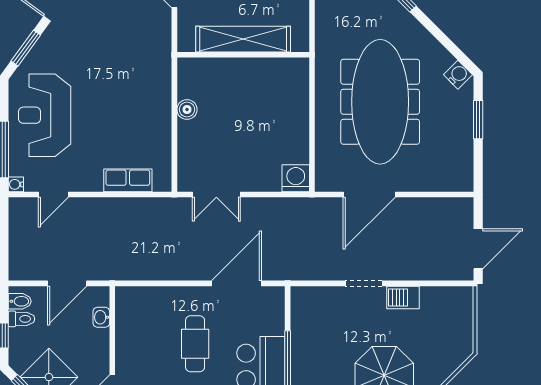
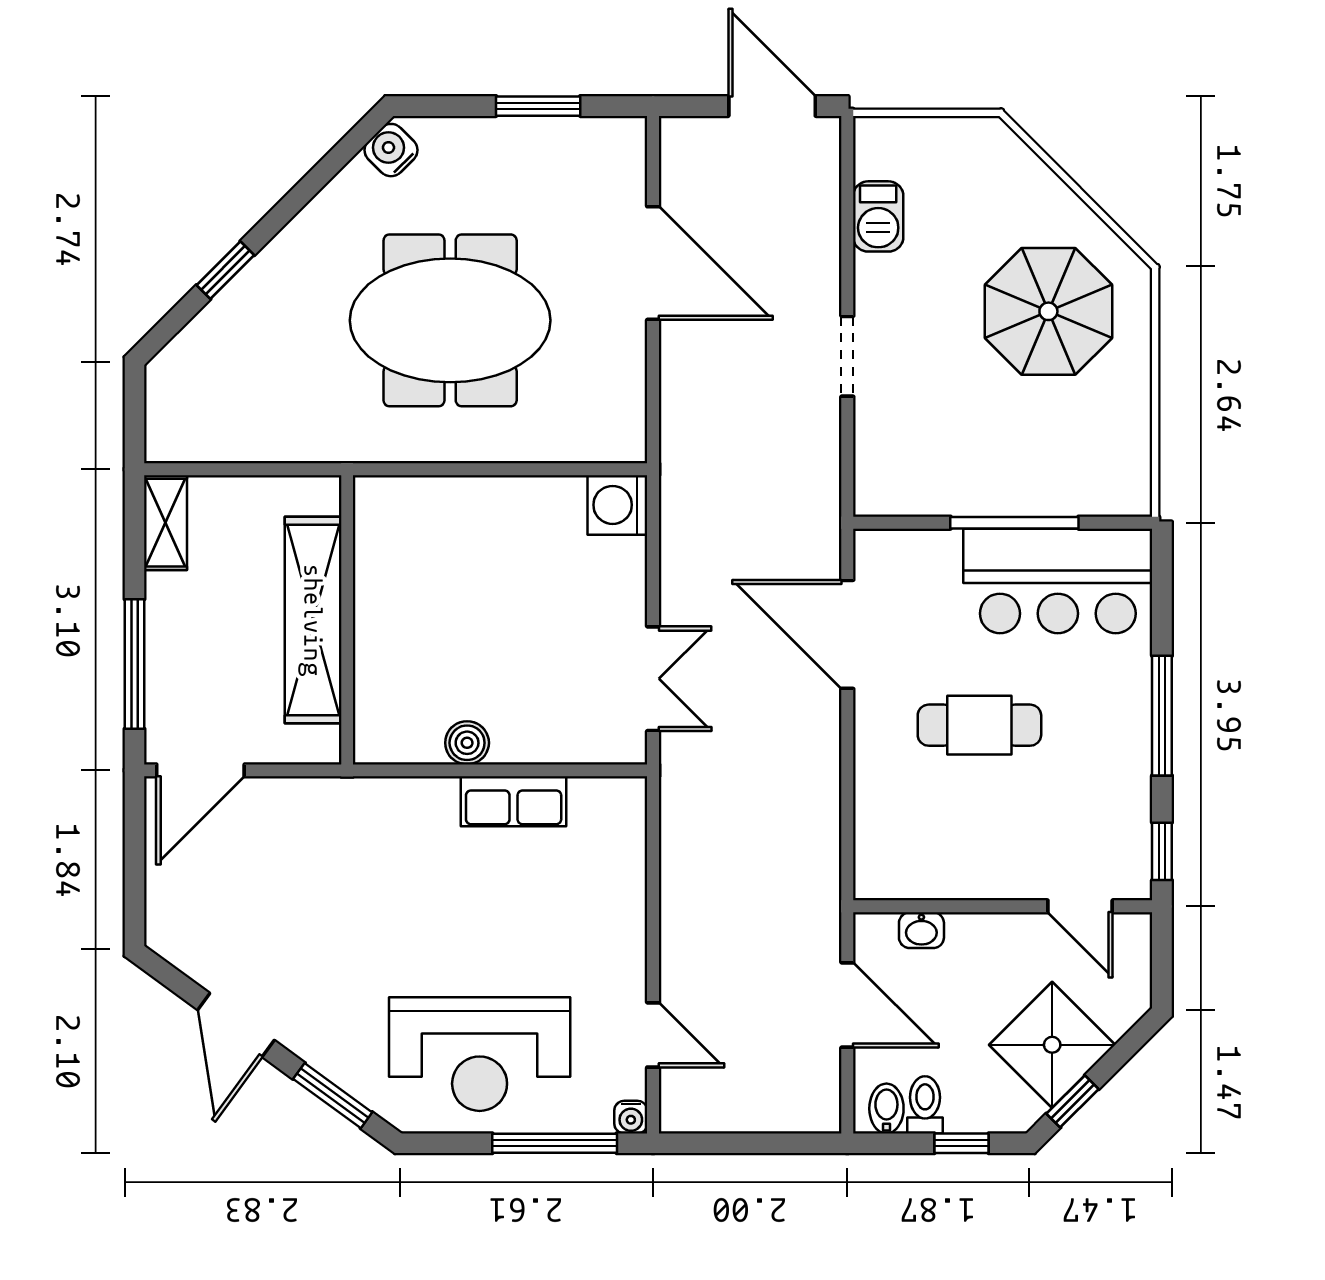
meeting table: (380, 102) -> (450, 320), width x0.73
window: (478, 120) -> (538, 106), moved
row of seats: (128, 180) -> (514, 801), moved, turned -90
door: (369, 195) -> (653, 263), moved
barbecue: (403, 297) -> (878, 216), moved

